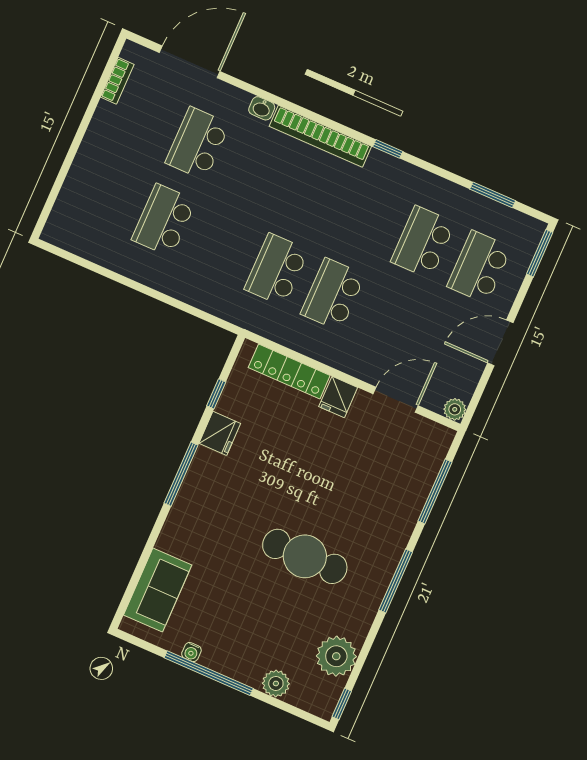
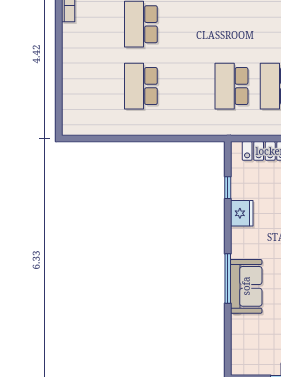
window: (181, 474) -> (228, 279), moved
sofa: (158, 590) -> (246, 286), moved

